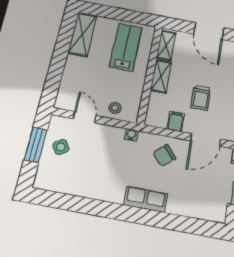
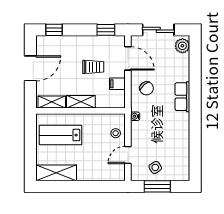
plant: (213, 212) -> (182, 46), added

